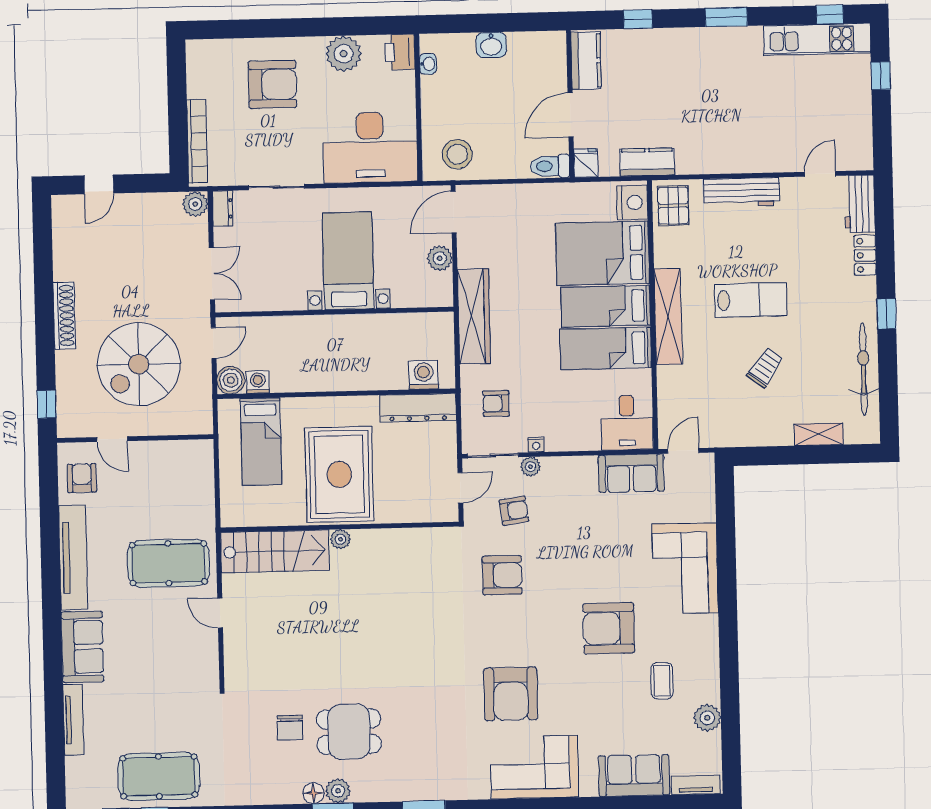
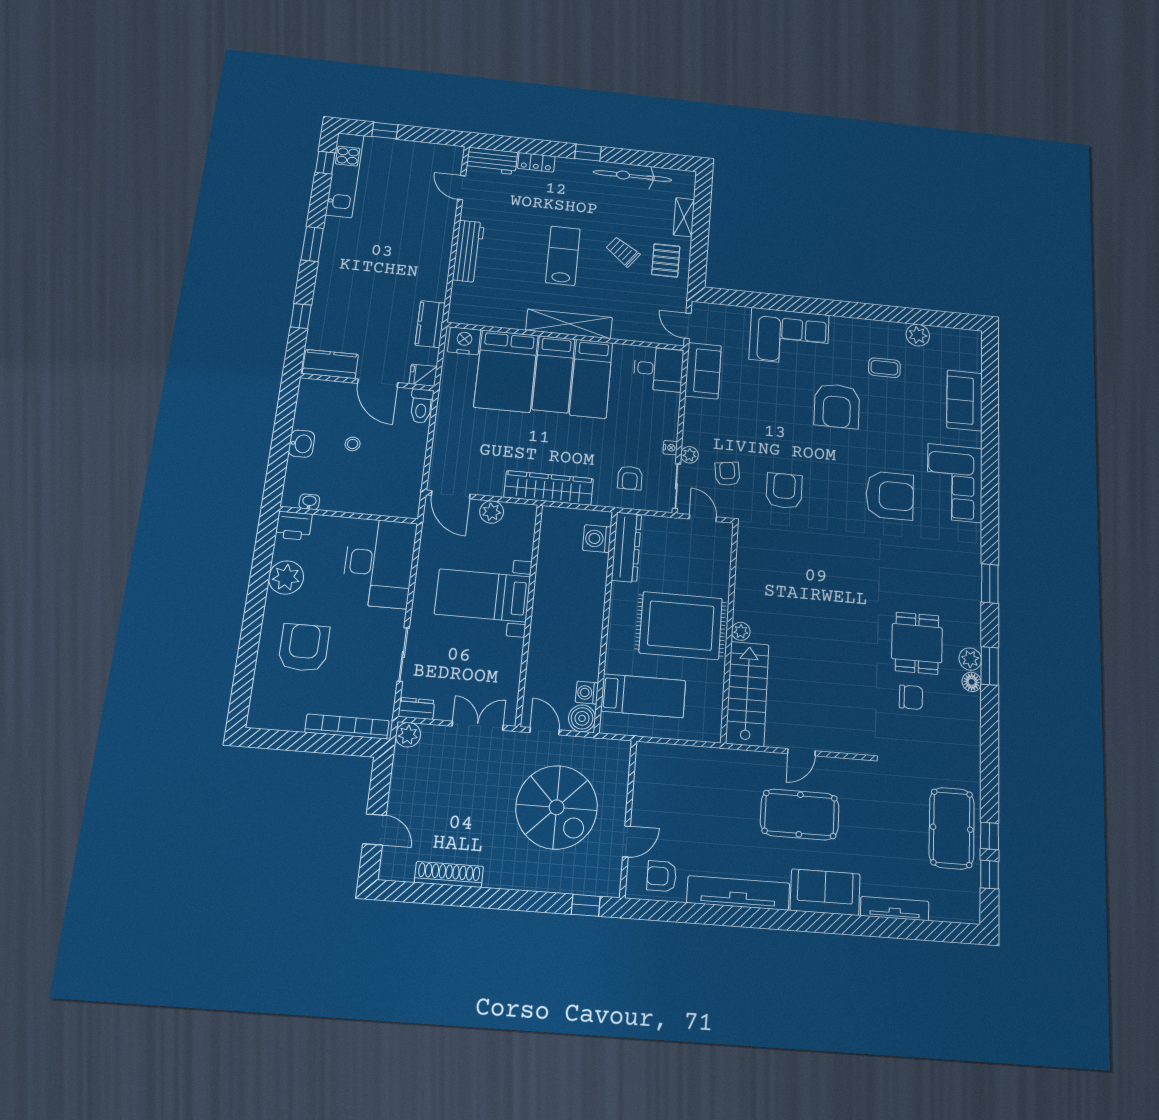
stool: (457, 154) -> (353, 444), moved, width x0.53, depth x0.53
pallet: (673, 206) -> (666, 260), moved, turned 90
shoe rack: (64, 315) -> (449, 874), moved
pool table: (168, 563) -> (800, 814), moved, turned 90
tv unit: (696, 785) -> (974, 351), removed

